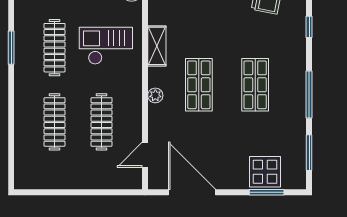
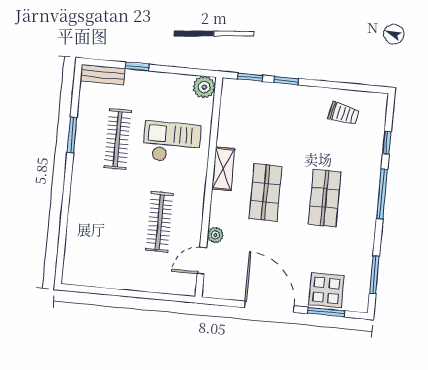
shelving: (157, 46) -> (223, 169), moved
window: (309, 94) -> (382, 194), moved
plant: (155, 95) -> (215, 235), moved
clothes rail: (55, 122) -> (110, 217), removed
door: (192, 192) -> (269, 307), moved

